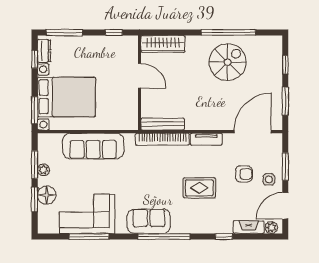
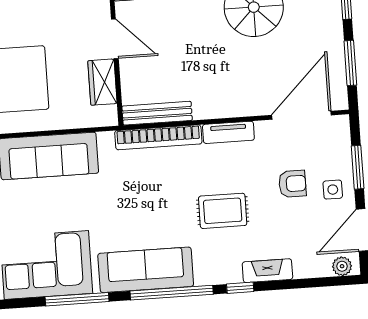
wardrobe: (130, 102) -> (102, 82), added
sofa: (149, 221) -> (146, 270), width x1.36
fireplace: (249, 227) -> (267, 271), moved
window: (89, 237) -> (77, 299), moved
window: (224, 237) -> (240, 288), moved

